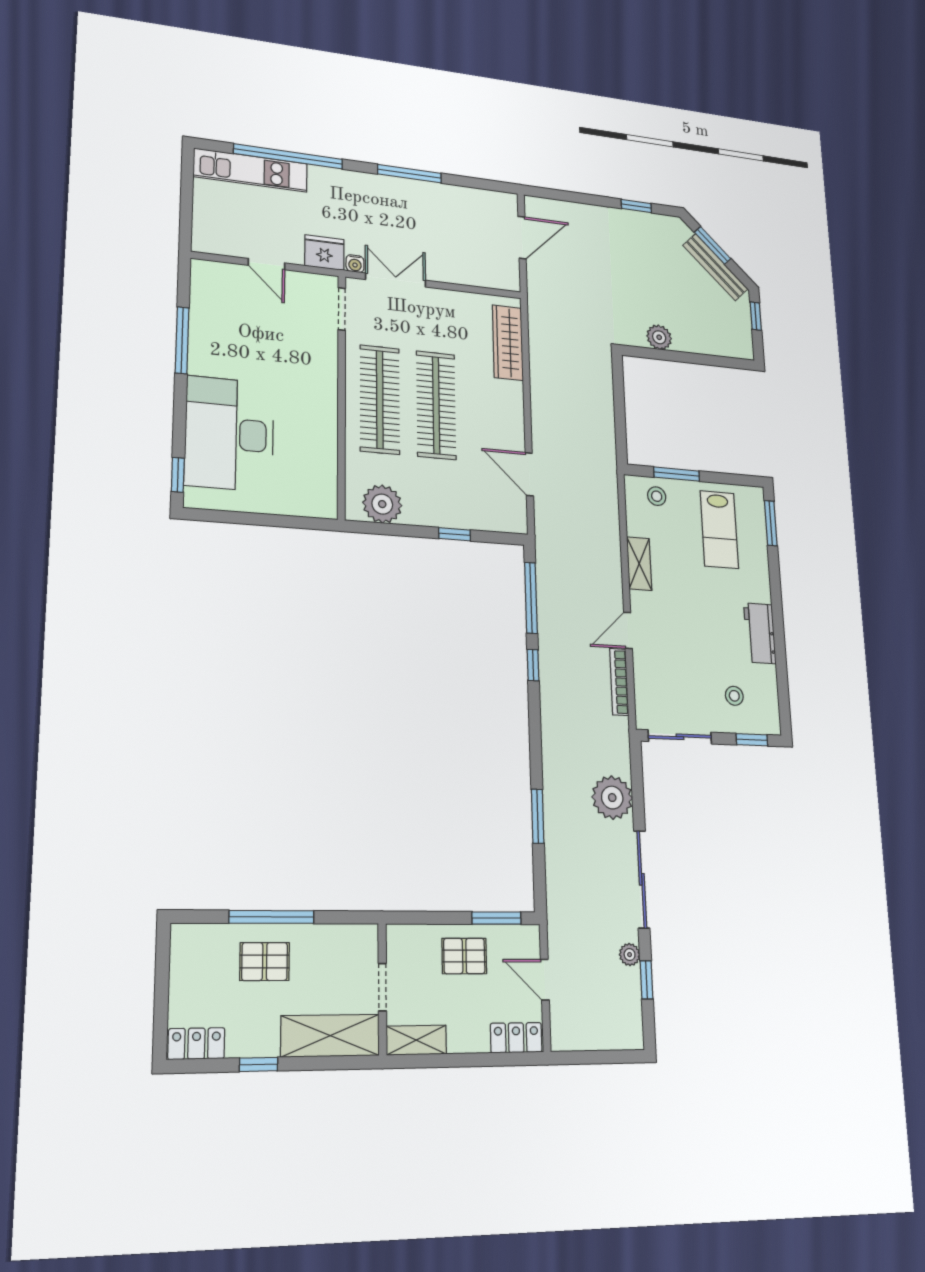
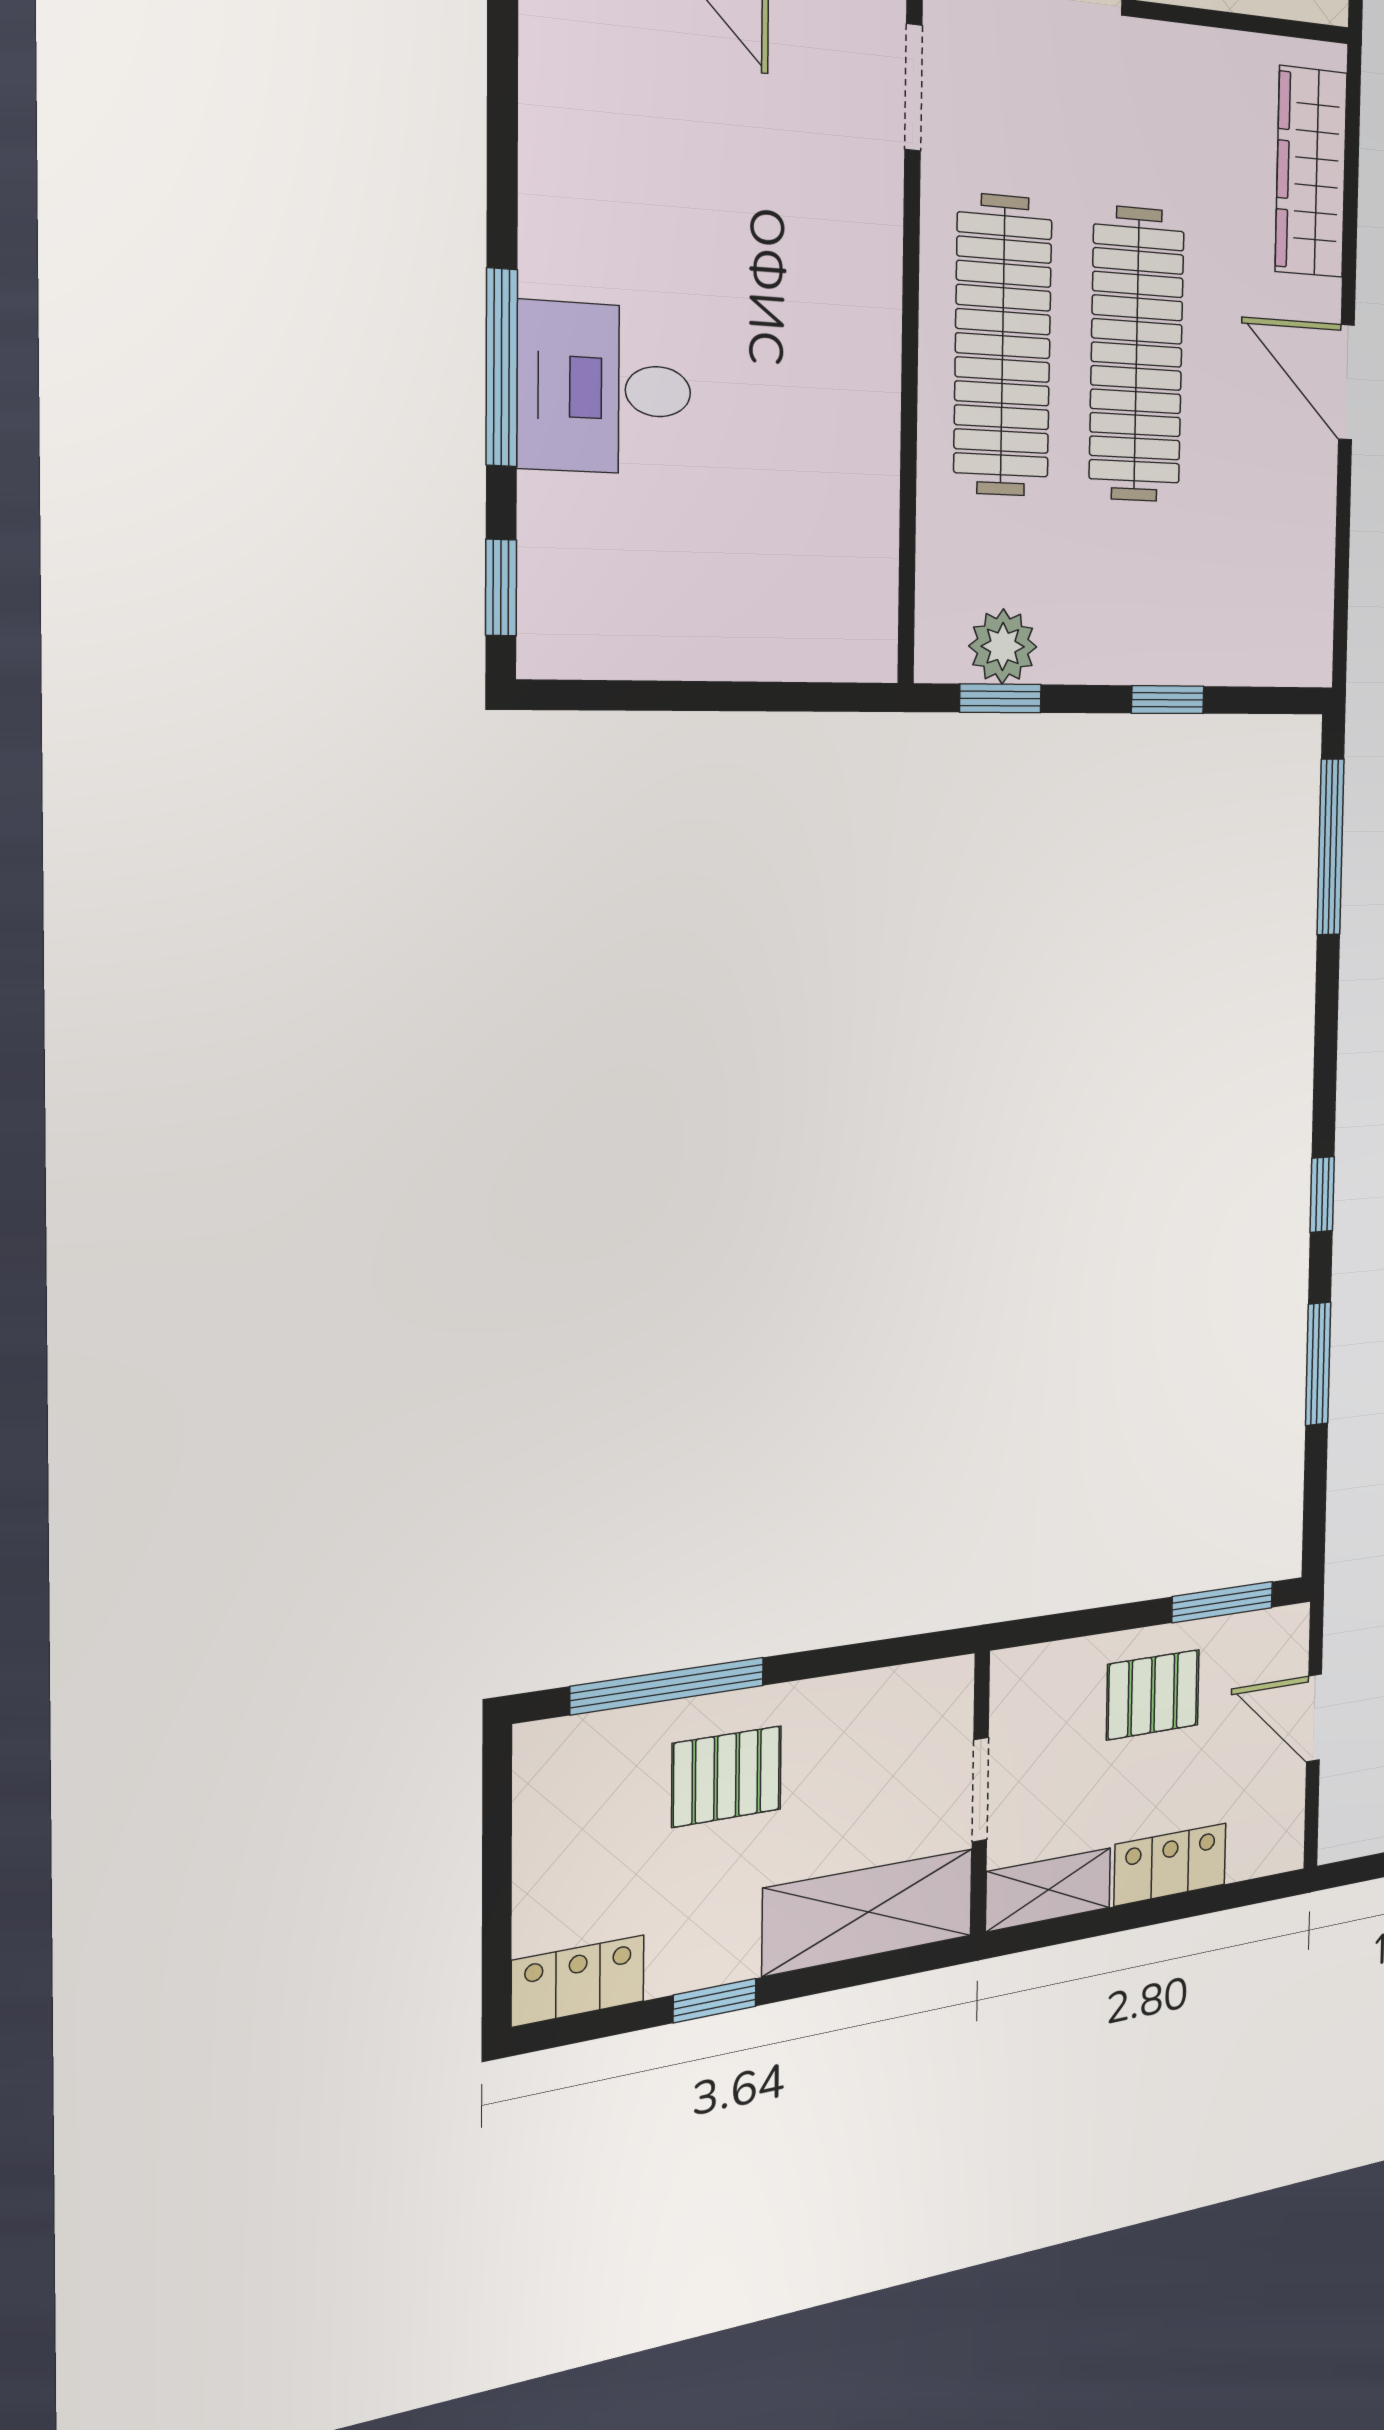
window: (182, 340) -> (502, 367), moved
desk: (229, 434) -> (605, 389), width x0.53, depth x0.77
door: (529, 474) -> (1346, 382), moved
plant: (382, 504) -> (1003, 646), width x0.73, depth x0.73
window: (382, 529) -> (1000, 698), added
window: (533, 665) -> (1322, 1194), moved
window: (272, 917) -> (668, 1686), moved
locker: (516, 1038) -> (1170, 1864), moved

